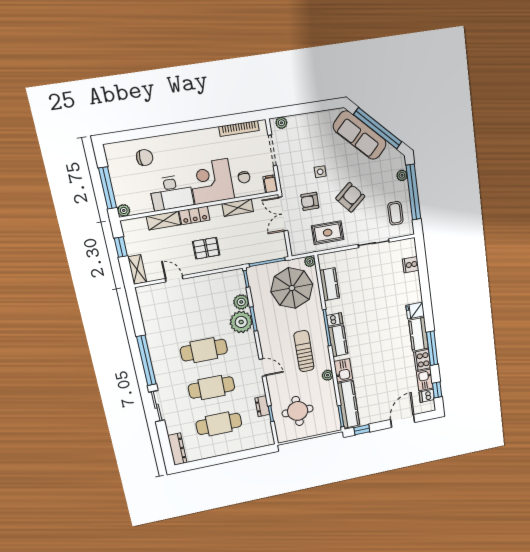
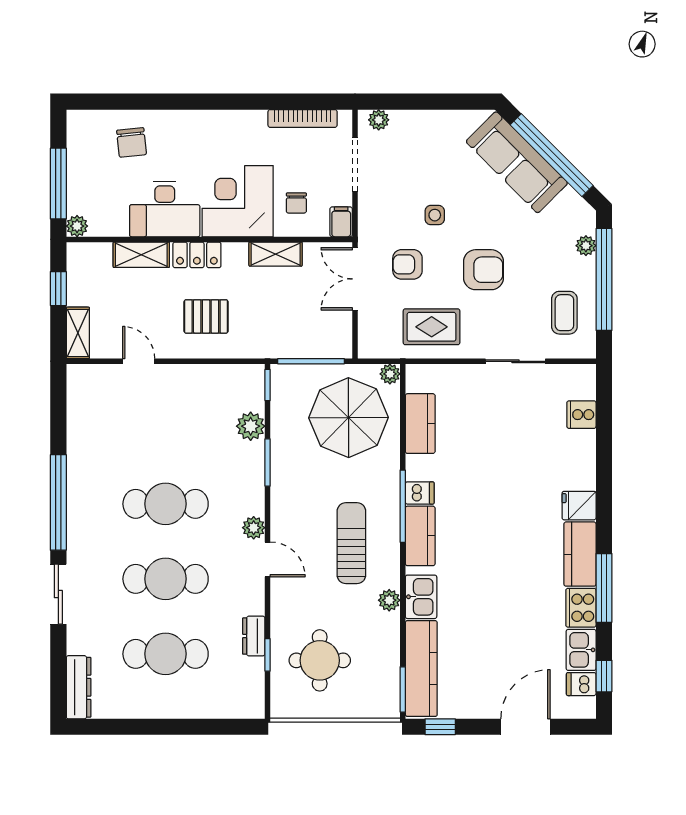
chair: (145, 158) -> (132, 142), turned 84
armchair: (350, 197) -> (483, 270), turned 40
plant: (241, 322) -> (254, 528), moved, width x0.53, depth x0.53

